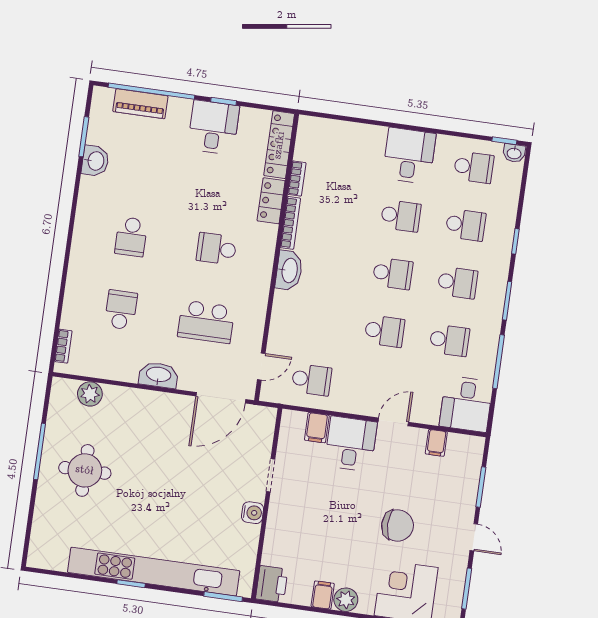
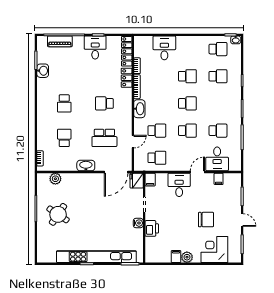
desk: (409, 156) -> (164, 48), moved
school desk: (457, 283) -> (157, 131), moved
door: (261, 367) -> (133, 142), moved
desk: (466, 404) -> (217, 159), moved
fridge: (262, 422) -> (137, 181), added
filing cabinet: (317, 428) -> (150, 180), moved
round table: (85, 470) -> (58, 214), turned 34
printer: (272, 584) -> (152, 228), moved

